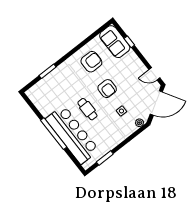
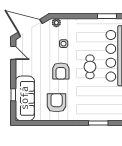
sofa: (115, 42) -> (25, 98), width x1.36
armchair: (91, 62) -> (57, 103), turned 90
armchair: (107, 89) -> (61, 71), turned 180

